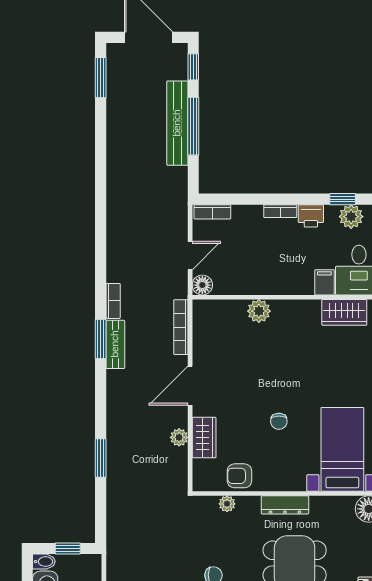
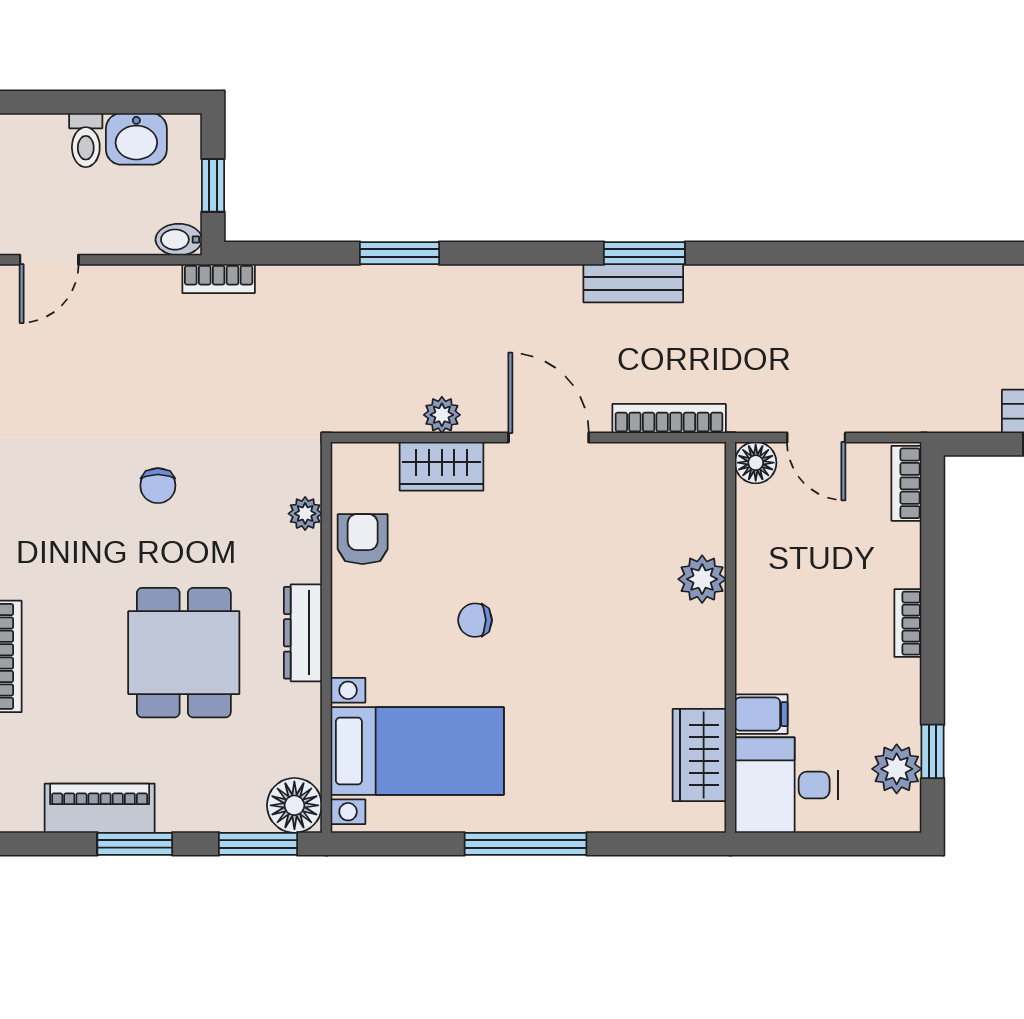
printer: (311, 216) -> (898, 686), removed
bookcase: (113, 301) -> (219, 279), moved
bidet: (44, 562) -> (179, 240), moved, turned 90

